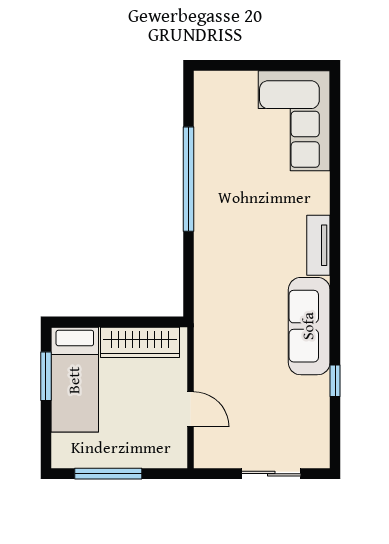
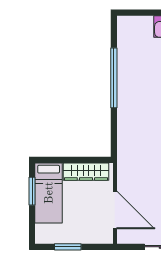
door: (191, 409) -> (115, 210), width x1.88
window: (108, 474) -> (68, 247), width x0.69

